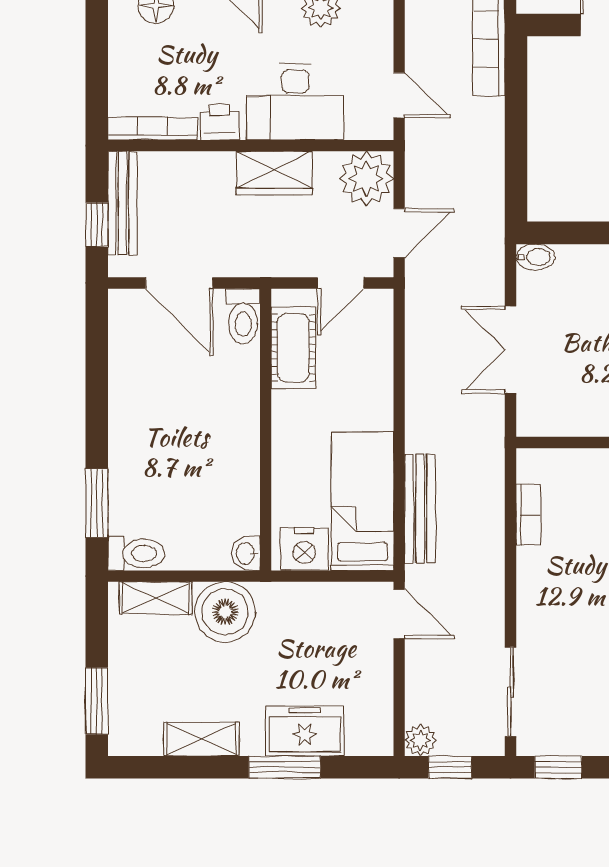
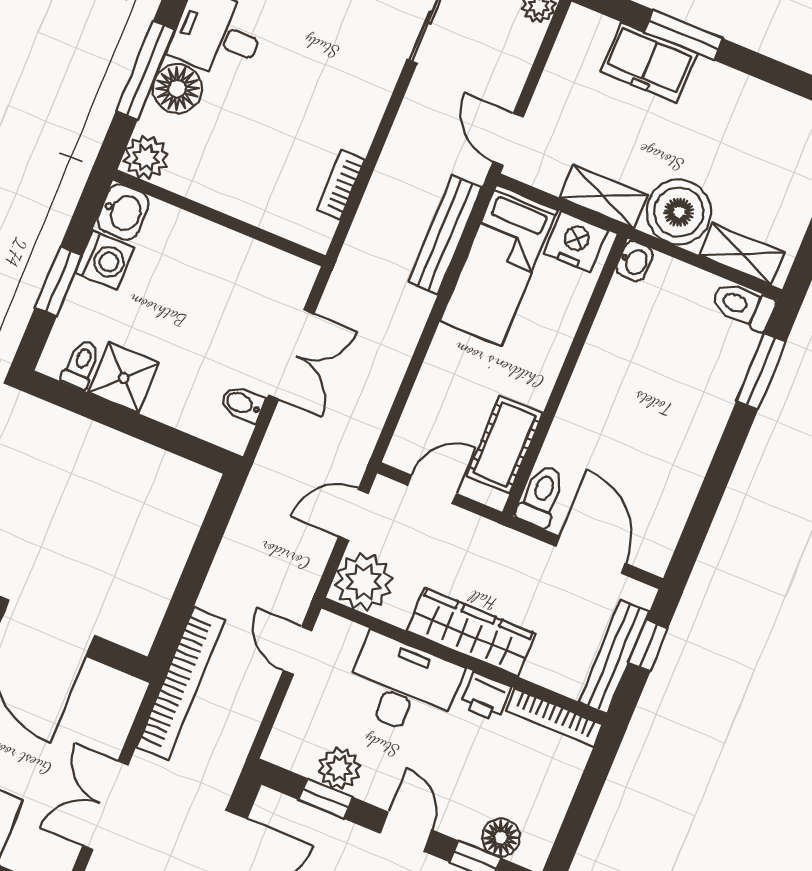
wardrobe: (274, 173) -> (471, 632), width x1.50
bidet: (535, 257) -> (242, 404), moved
shelving: (201, 739) -> (604, 196), moved

